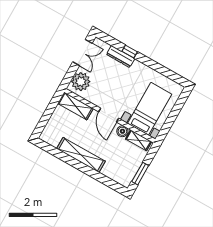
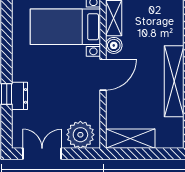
dresser: (121, 57) -> (19, 96), width x0.70
shelving: (75, 106) -> (130, 139), moved, turned 90

